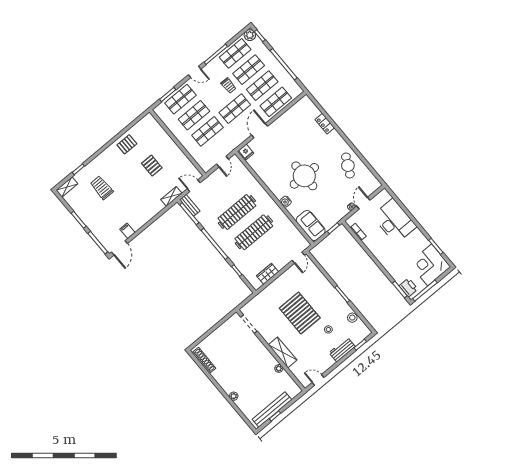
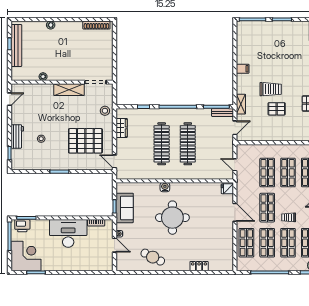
trolley: (102, 188) -> (271, 89), moved
desk: (394, 221) -> (68, 233), moved, turned 180
sofa: (311, 226) -> (125, 208), moved, turned -90
filing cabinet: (127, 231) -> (243, 69), moved
door: (119, 248) -> (235, 32), removed
pallet: (300, 313) -> (85, 141), moved
stool: (352, 318) -> (105, 111), moved
shelving: (283, 352) -> (69, 90), moved

